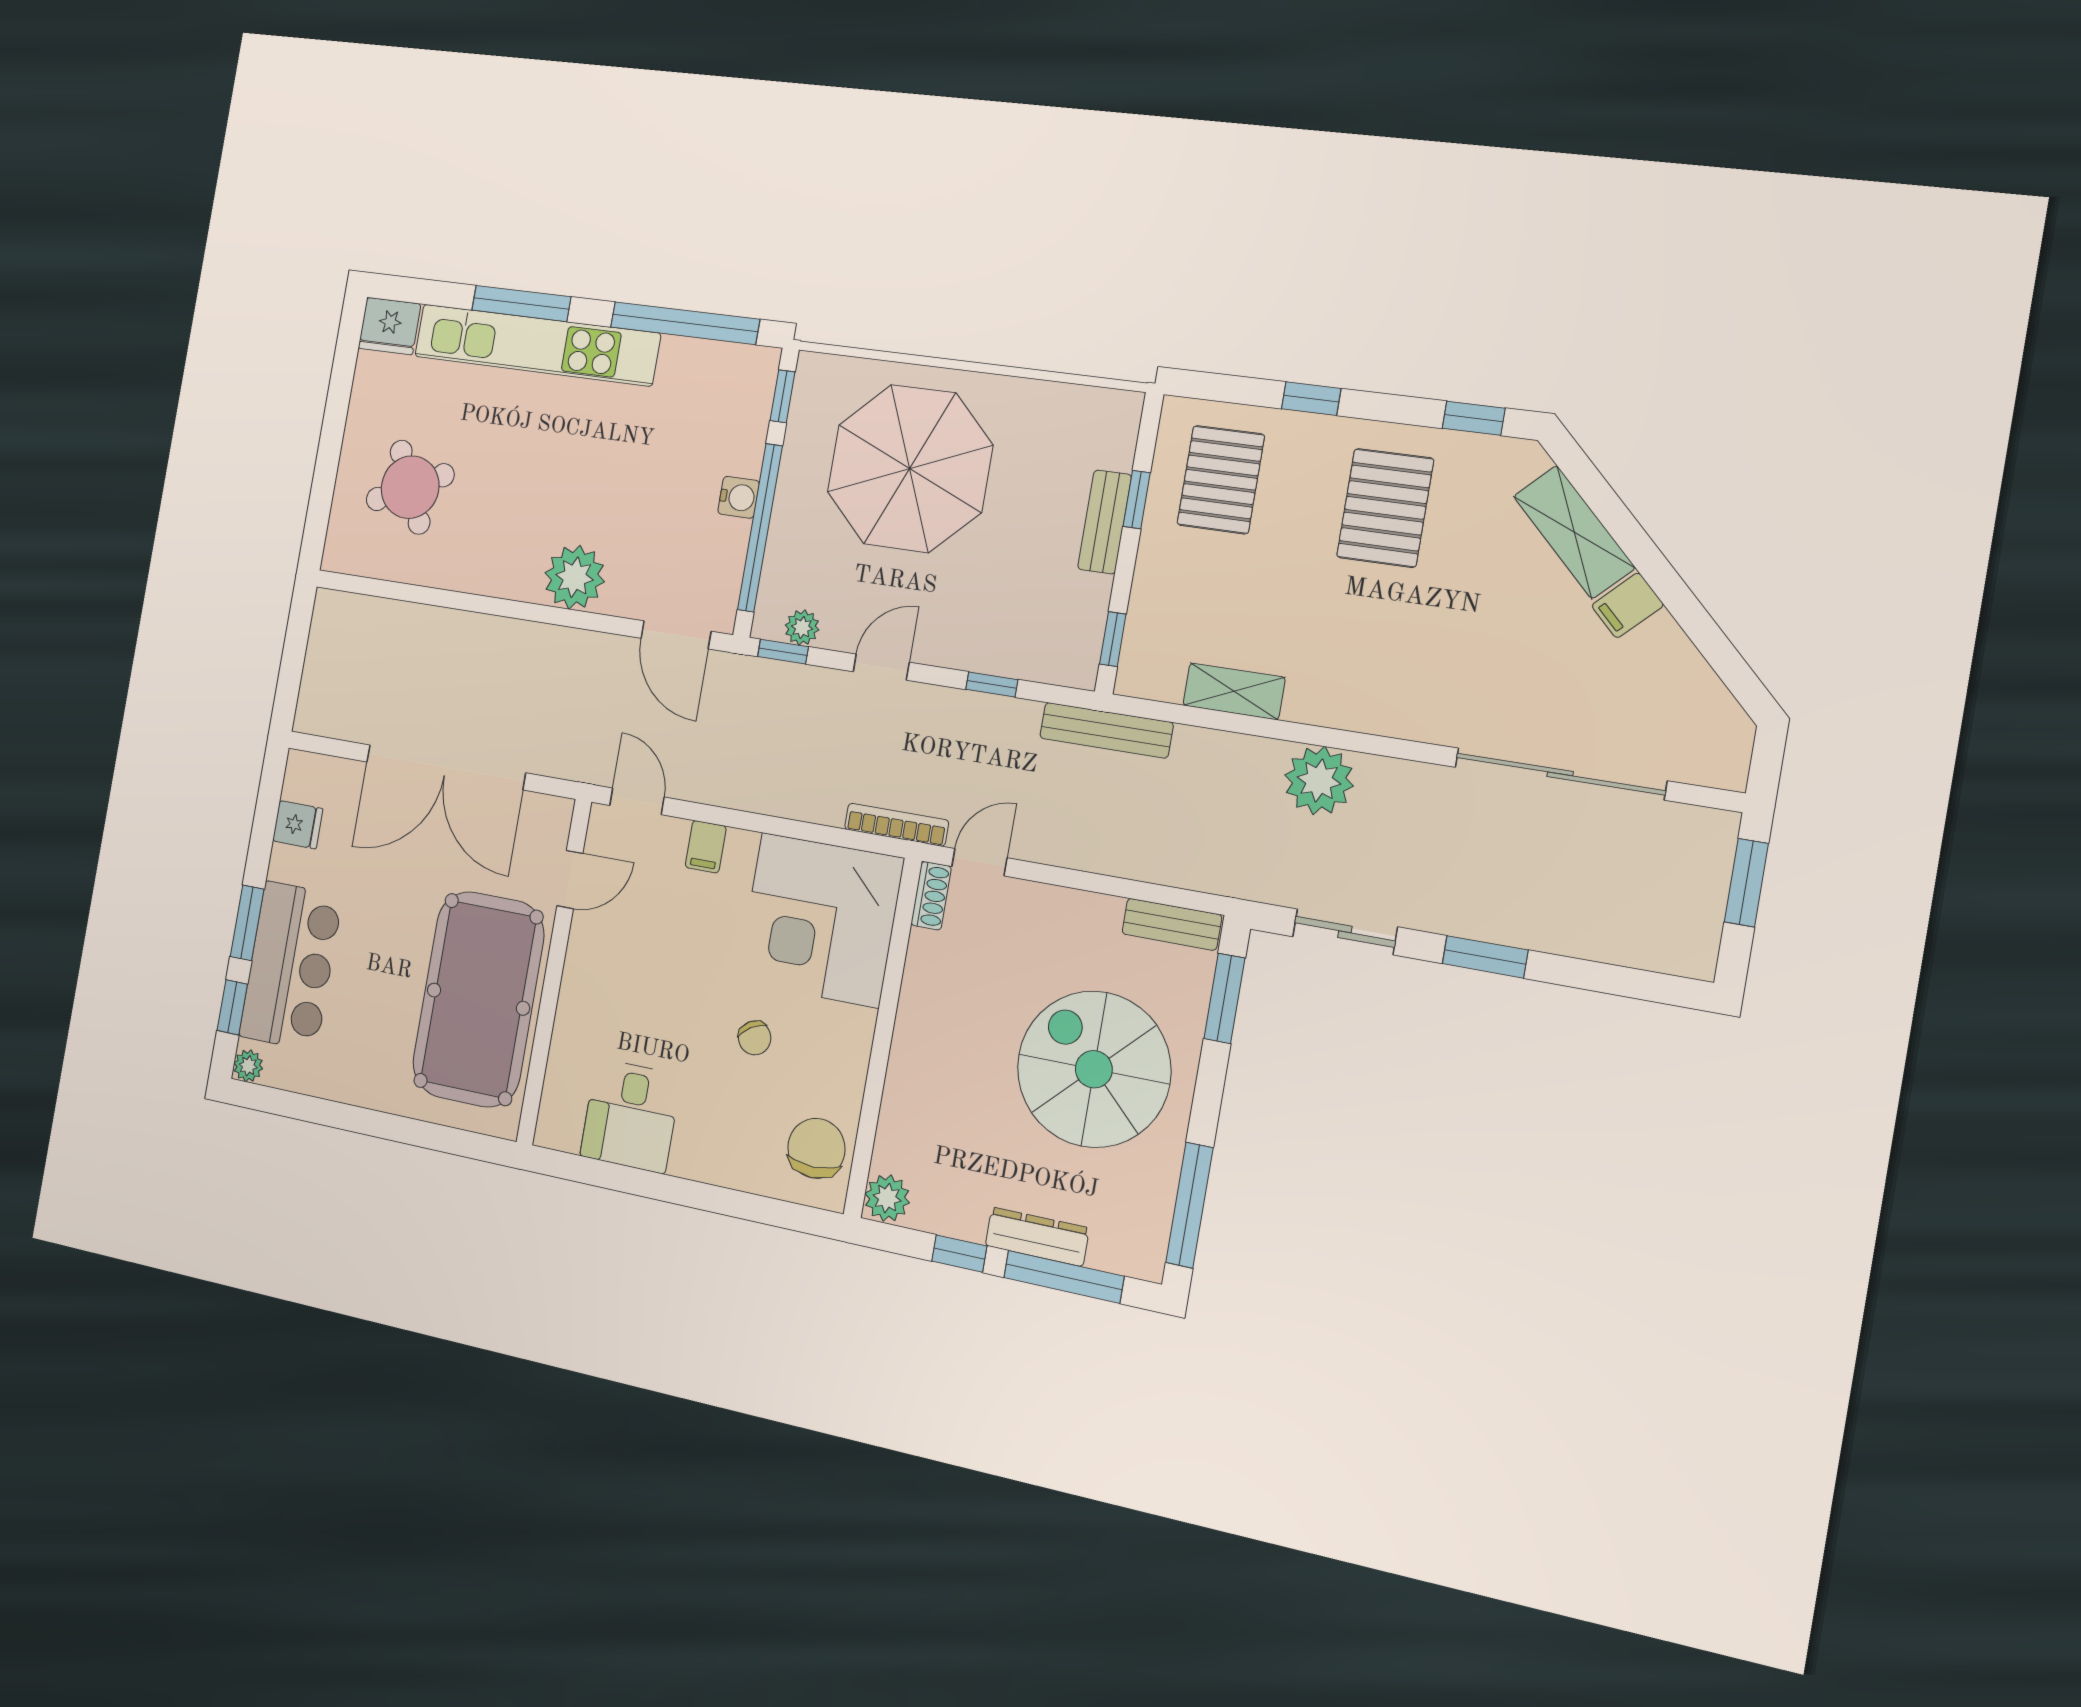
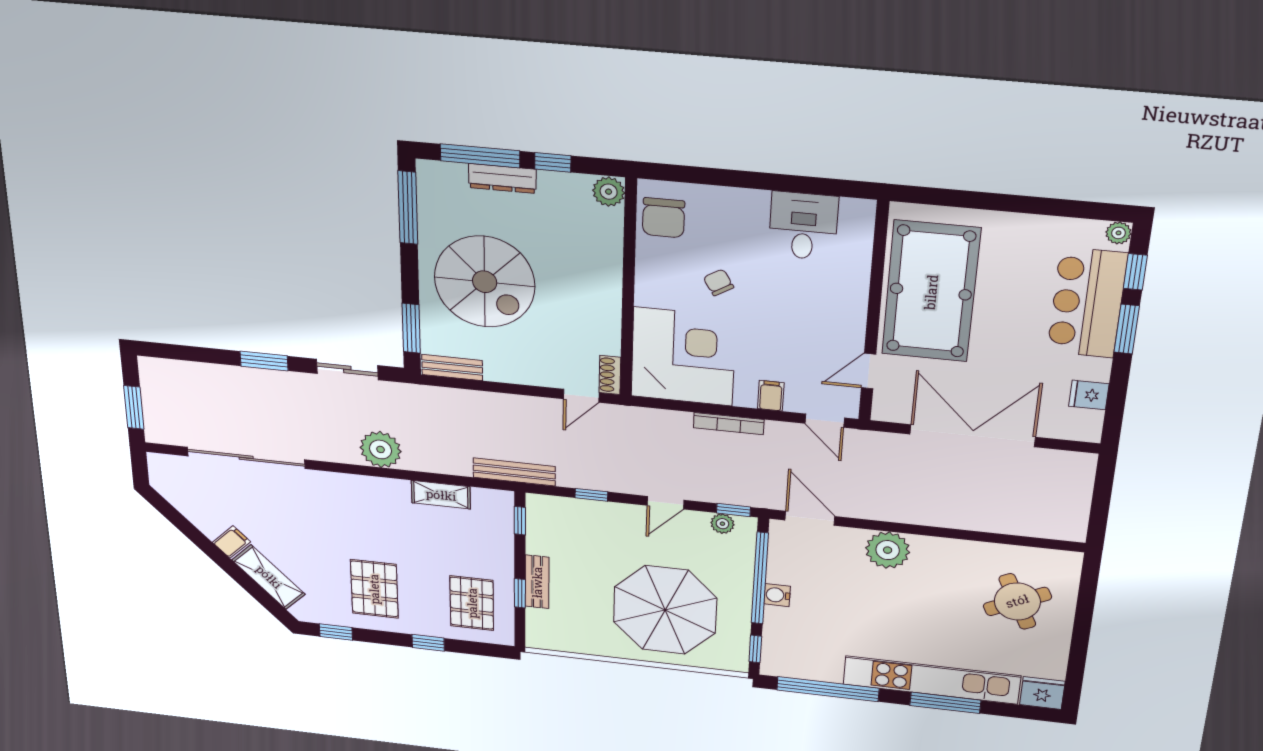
bookcase: (897, 825) -> (729, 424), moved

